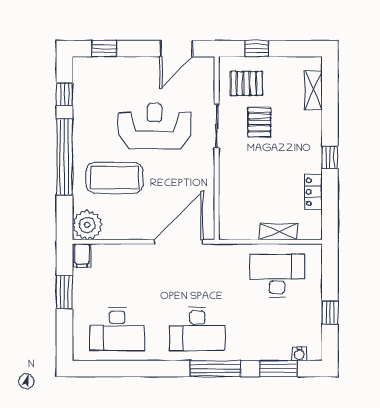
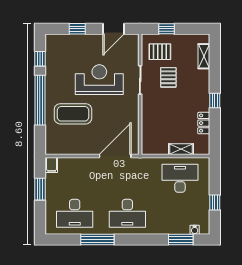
window: (104, 49) -> (77, 29), moved
plant: (87, 225) -> (55, 145), removed
window: (215, 369) -> (97, 239), moved

